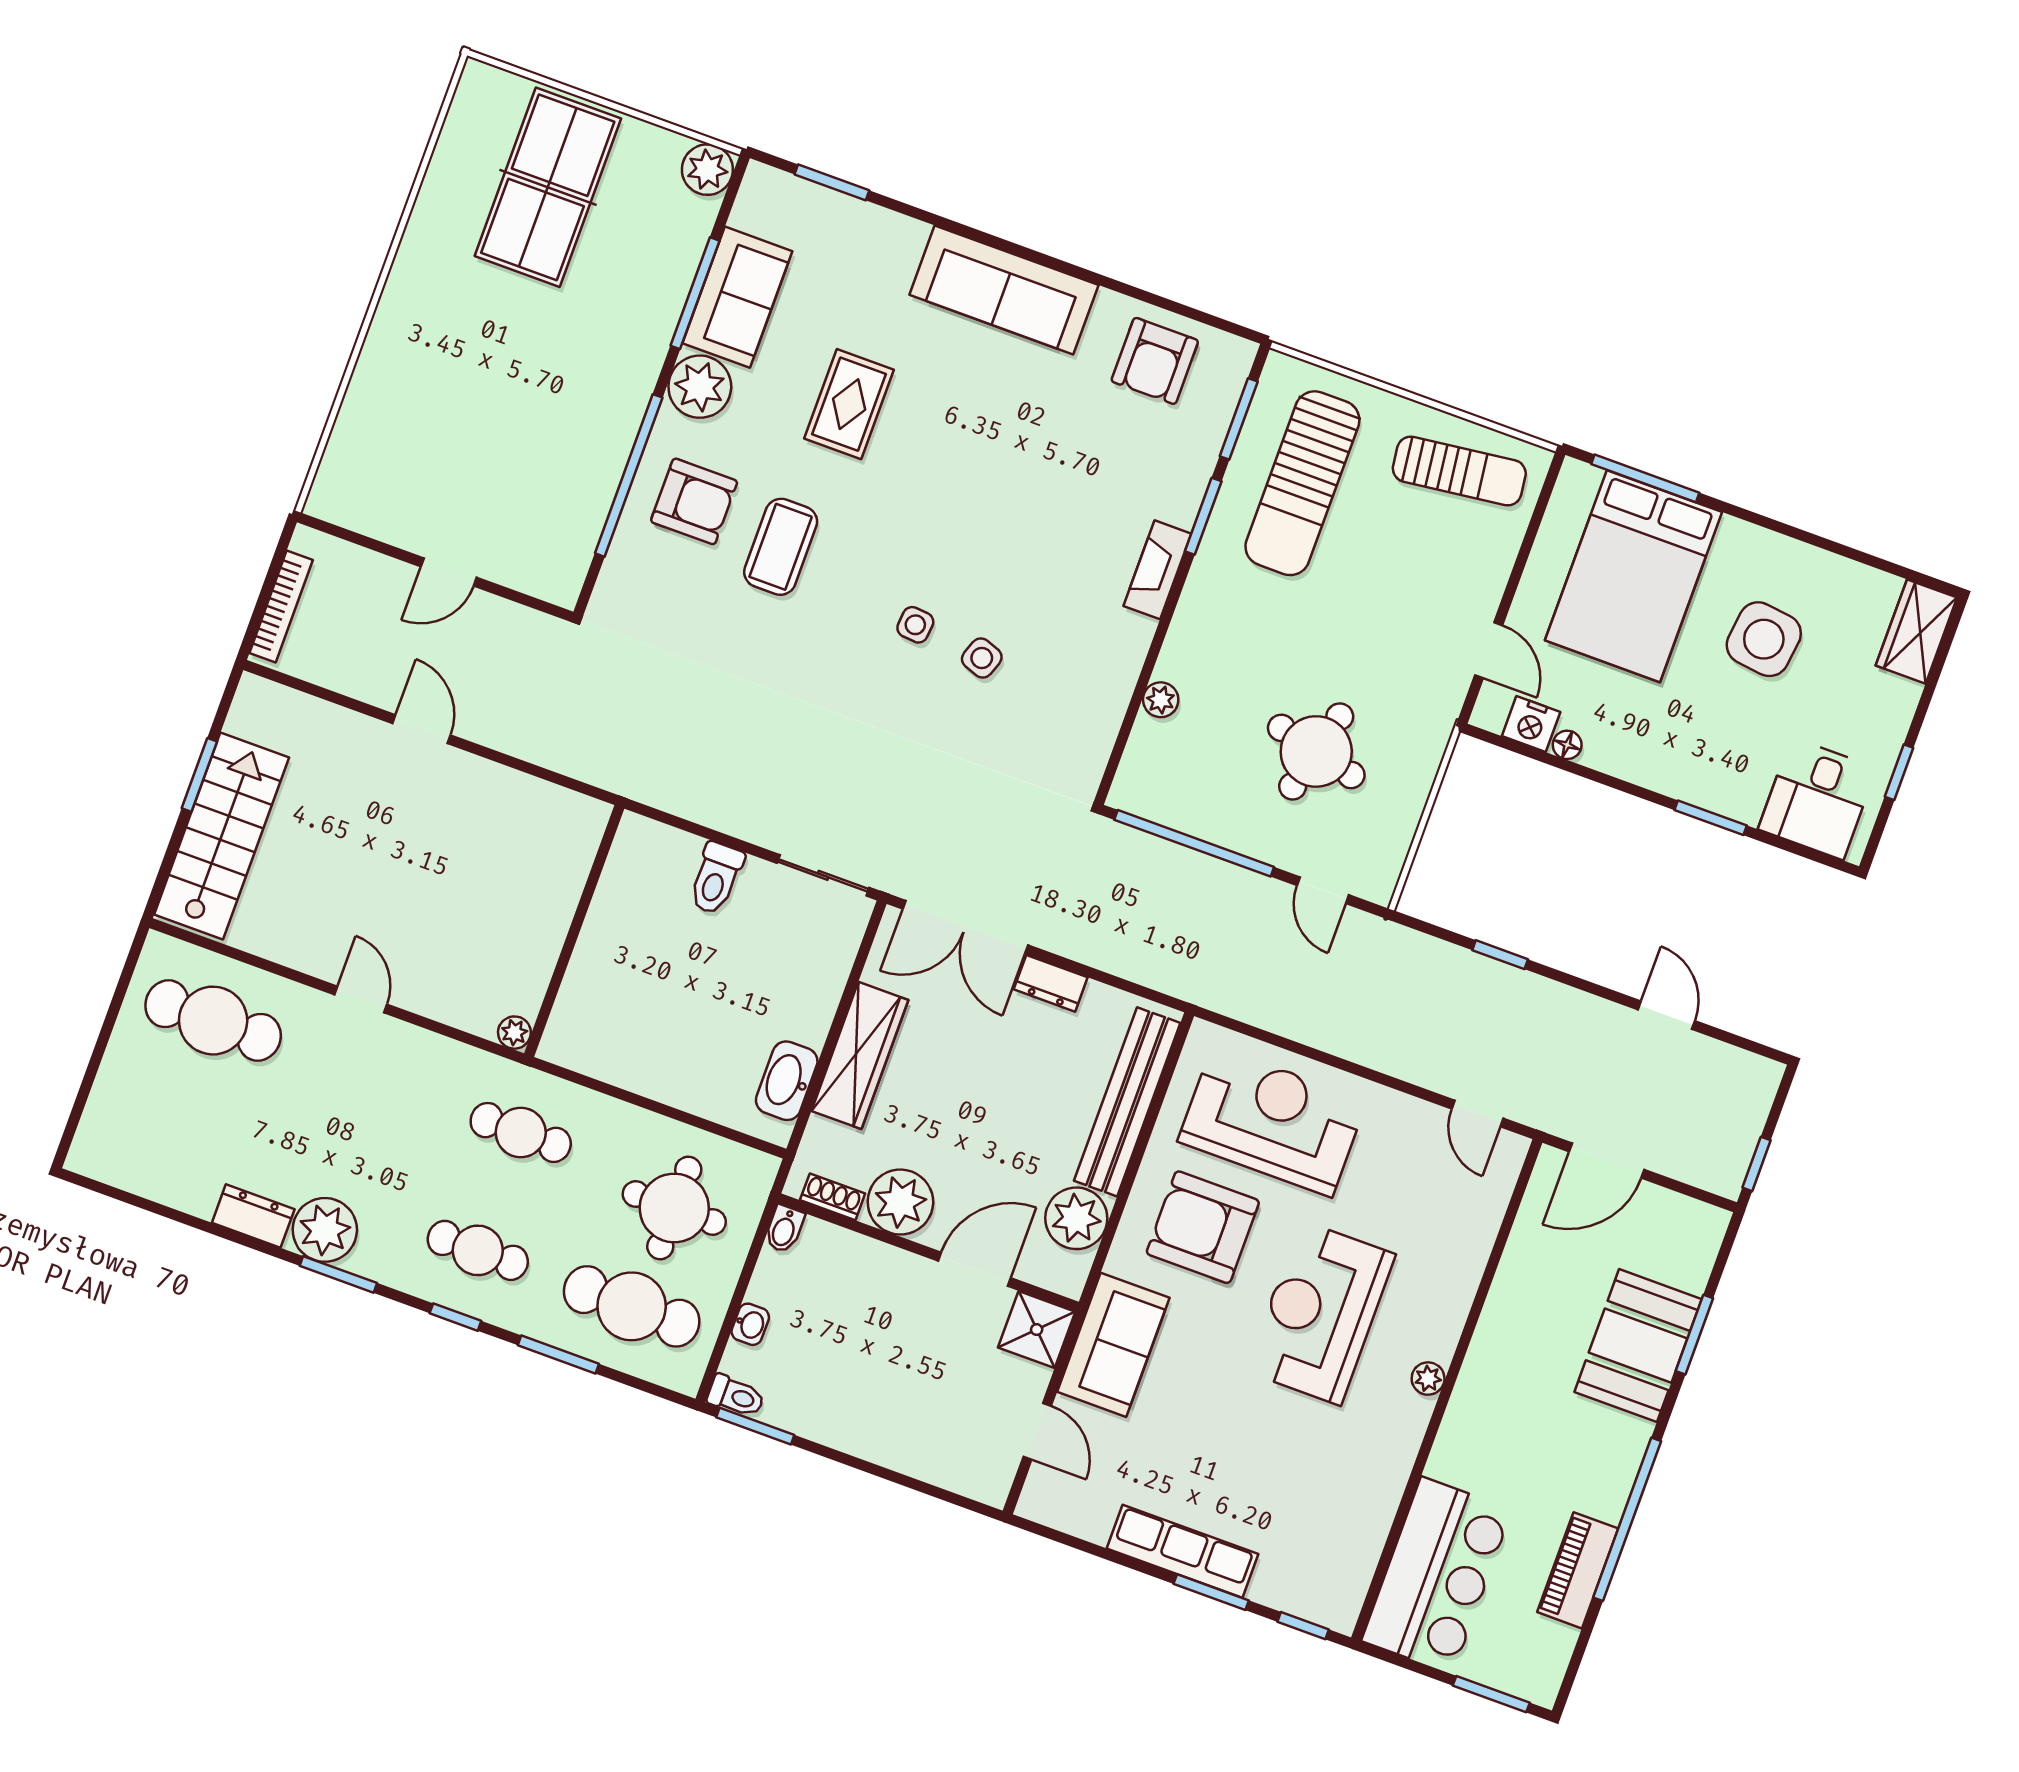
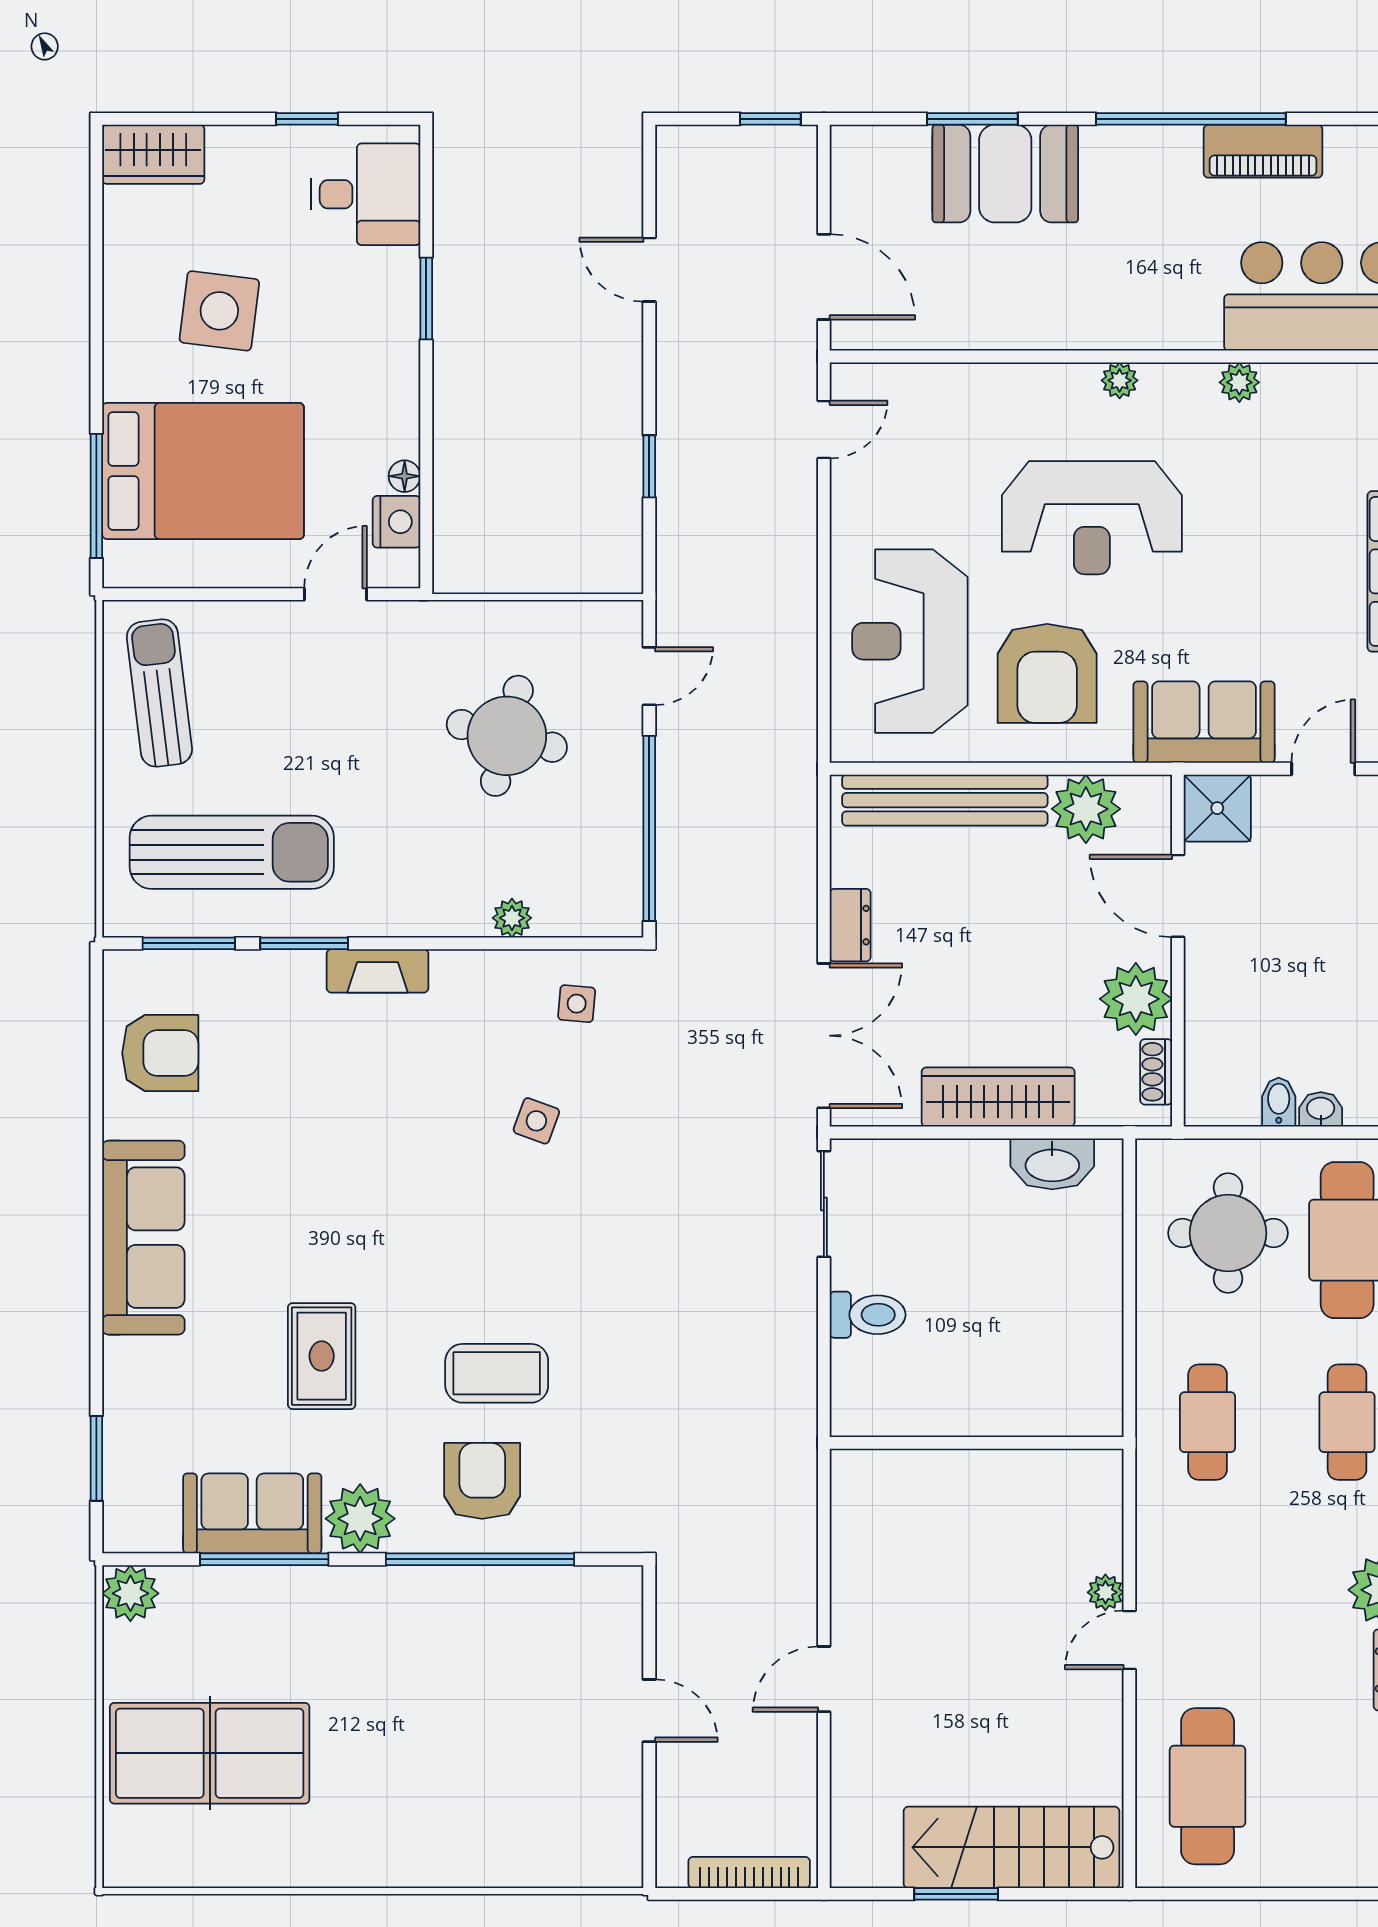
rug: (849, 404) -> (322, 1356), turned 90
side table: (915, 625) -> (577, 1004), moved
door: (1666, 1015) -> (649, 270), hinge flipped
plant: (514, 1033) -> (1105, 1592), moved
bidet: (784, 1229) -> (1279, 1102), moved, turned -90
plant: (1390, 1479) -> (1239, 382), added

